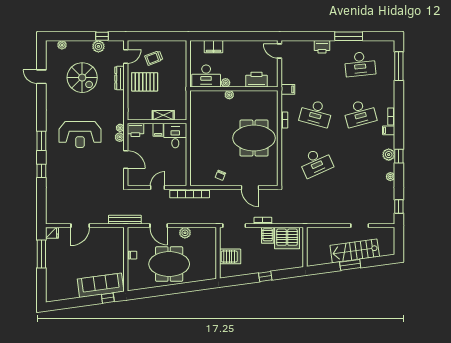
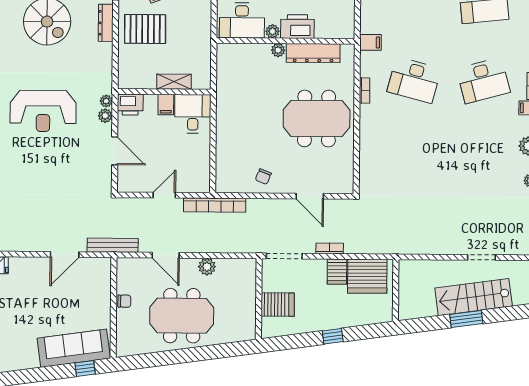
printer: (257, 80) -> (297, 26), moved
dresser: (252, 96) -> (313, 53), added
desk: (316, 162) -> (414, 157), removed
door: (80, 226) -> (65, 254), moved

